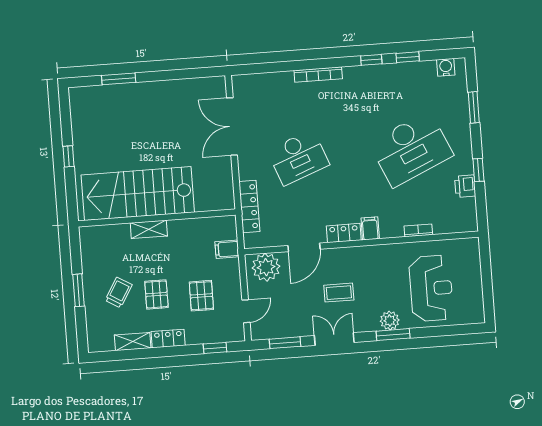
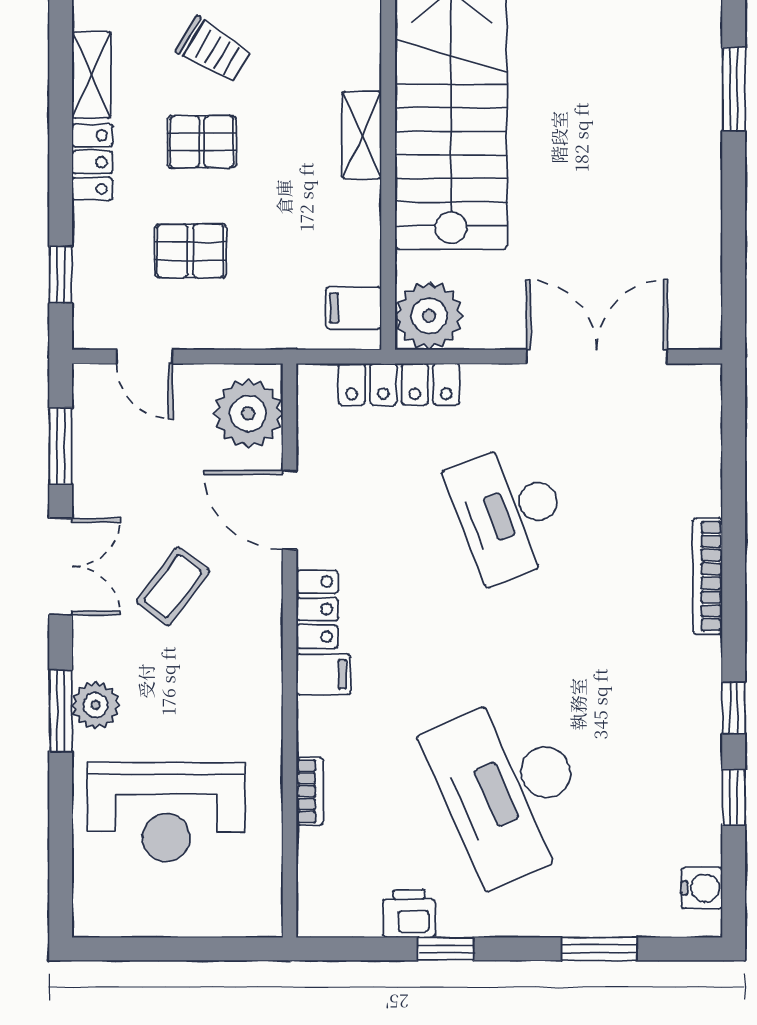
plant: (220, 196) -> (429, 316), added
filing cabinet: (227, 249) -> (354, 308), moved, turned -90
coffee table: (339, 293) -> (173, 586), turned 37

